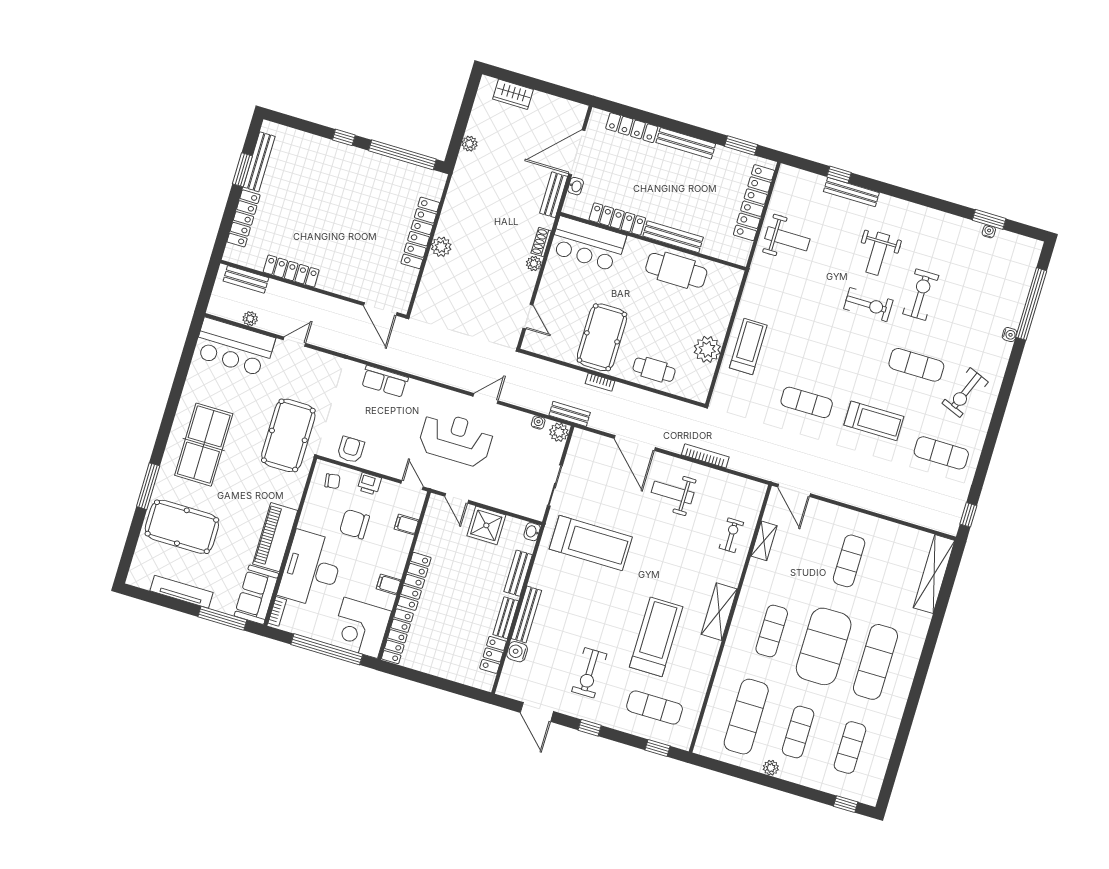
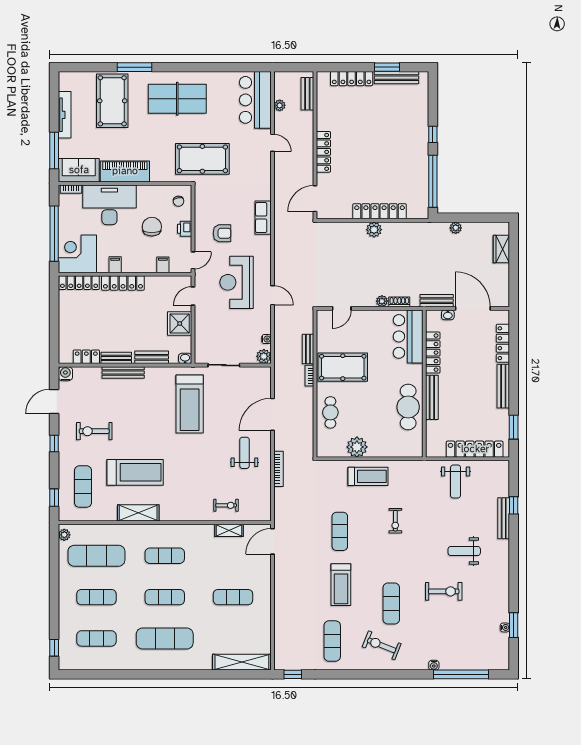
locker: (291, 271) -> (323, 152), moved
exercise bike: (868, 305) -> (395, 521), moved, width x0.73, depth x0.72
bench: (570, 414) -> (308, 349), moved
reception desk: (456, 439) -> (236, 282), turned 180
armchair: (351, 450) -> (222, 233), moved
shelving: (719, 612) -> (138, 513), moved
exercise mat: (824, 646) -> (165, 597), width x0.50, depth x0.69
water cooler: (517, 652) -> (65, 374), moved
plant: (771, 768) -> (64, 535), moved

